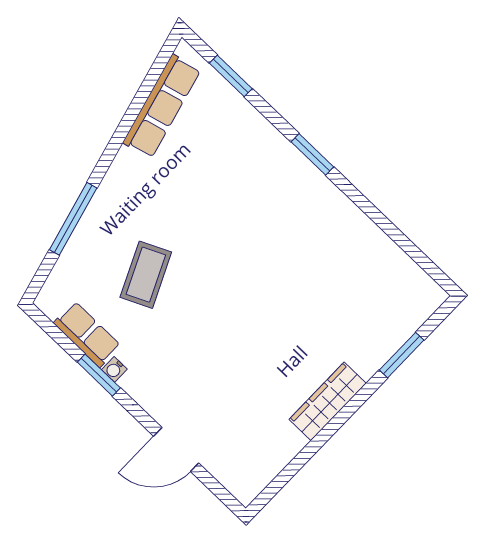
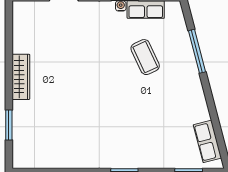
row of seats: (162, 106) -> (207, 141), width x0.68

